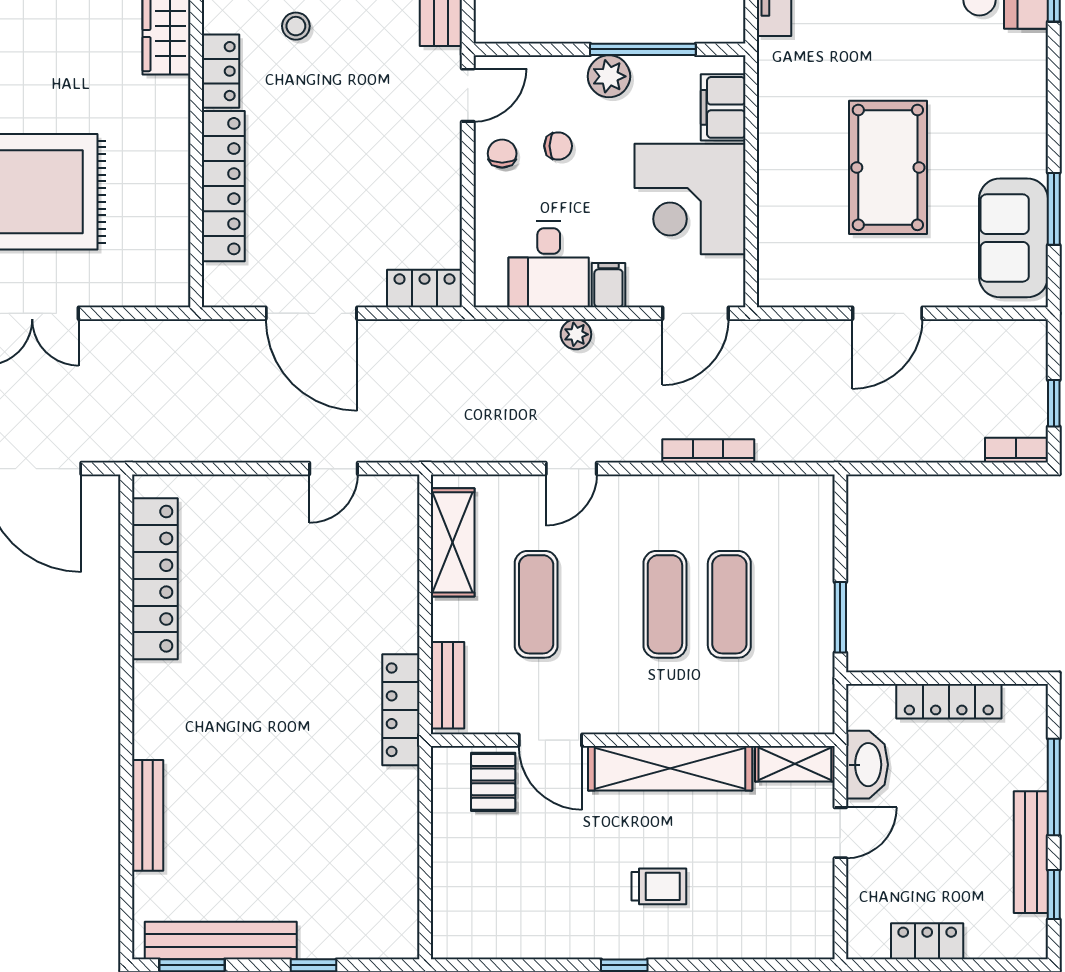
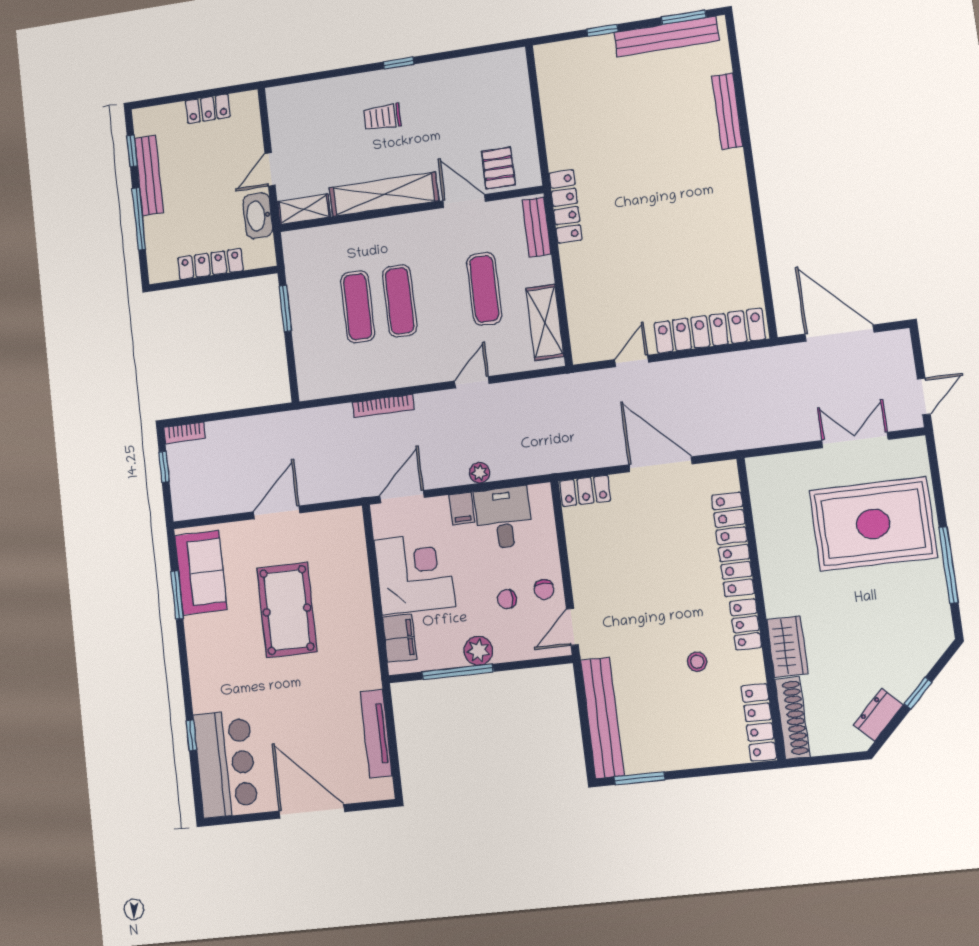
locker: (155, 579) -> (710, 331), moved, turned 90

